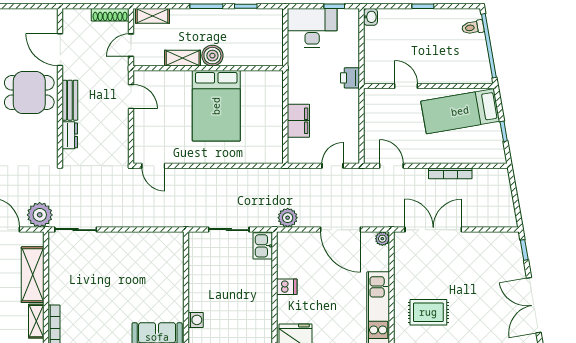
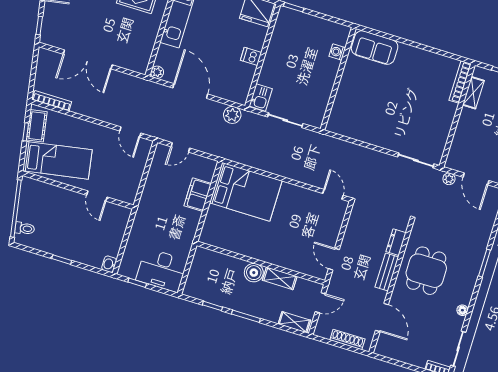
shoe rack: (110, 15) -> (347, 340), moved
printer: (350, 78) -> (143, 218), removed
dining table: (29, 93) -> (426, 271), moved, turned 90
bed: (216, 106) -> (246, 192), moved, turned 90
cot: (494, 141) -> (37, 126), added
bookcase: (450, 173) -> (52, 101), moved
plant: (40, 215) -> (449, 179), width x0.53, depth x0.53
double door: (433, 230) -> (88, 59), moved
shelving: (33, 275) -> (464, 133), removed

